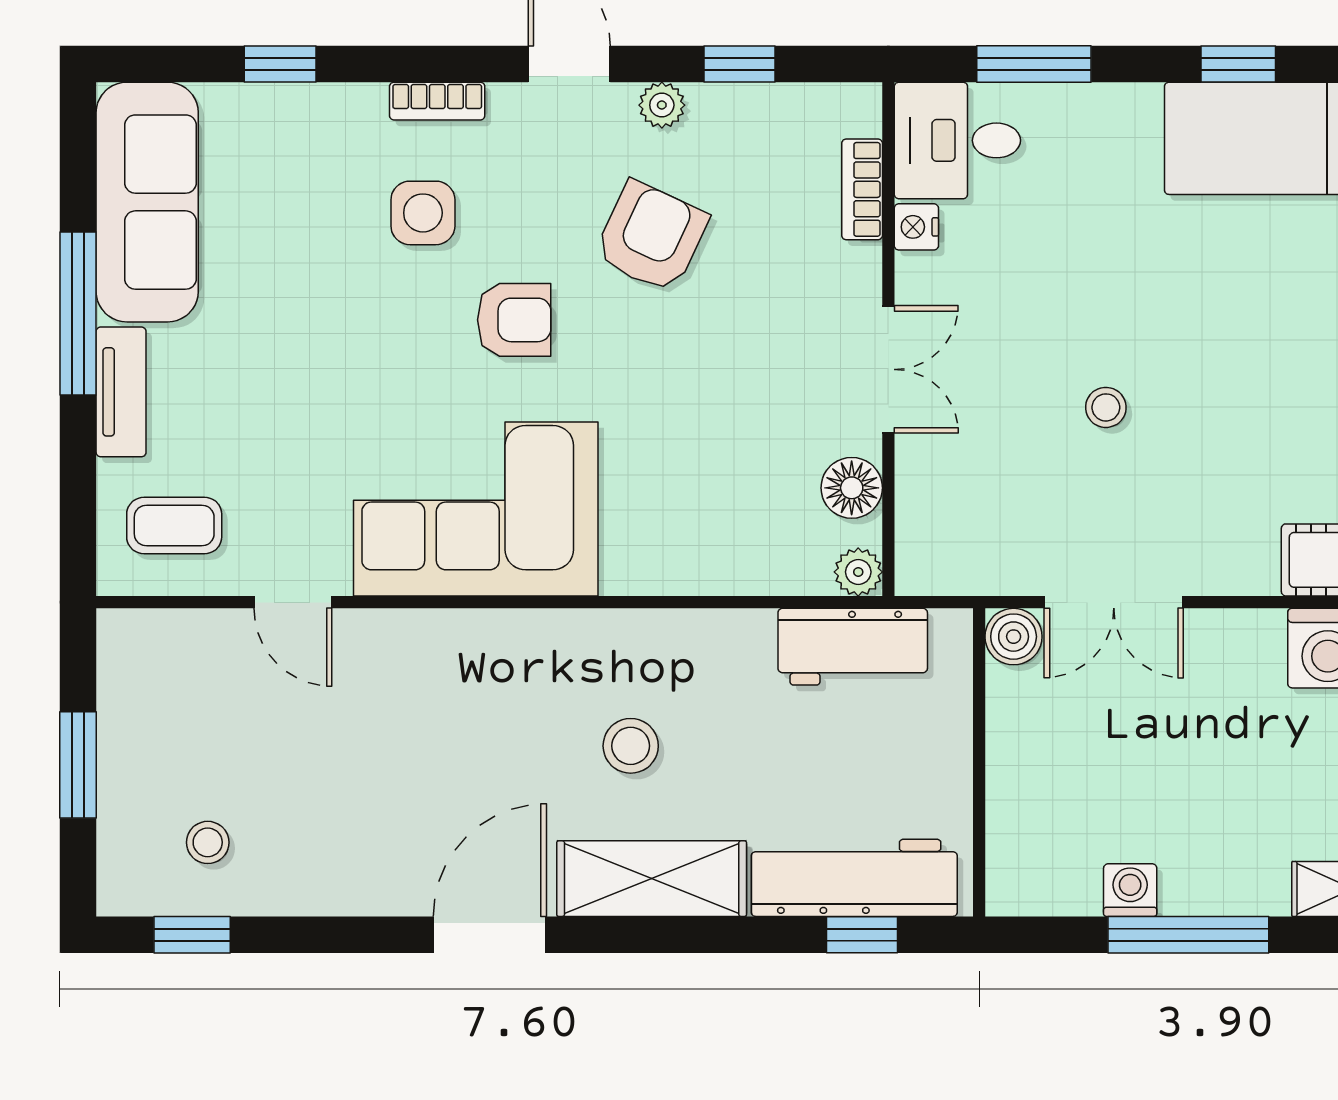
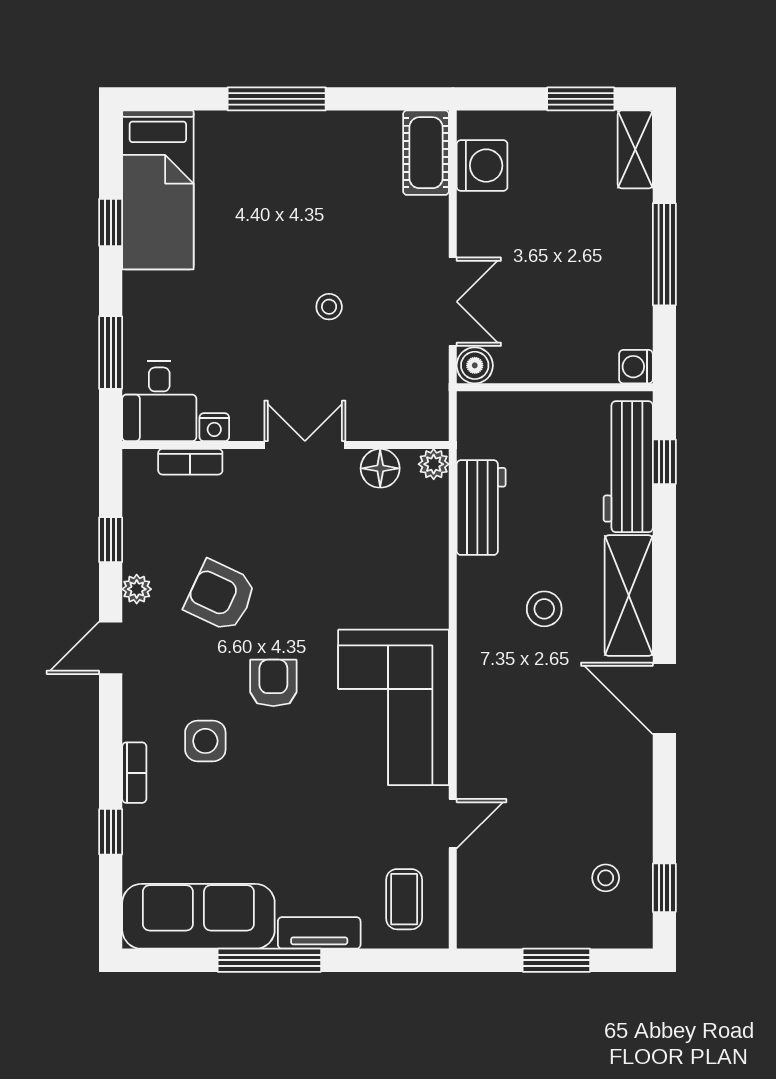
bookcase: (437, 101) -> (134, 773), moved
workbench: (853, 647) -> (481, 508), moved
washing machine: (1130, 890) -> (636, 367), moved

